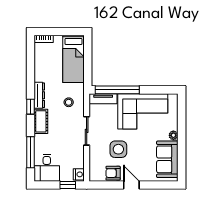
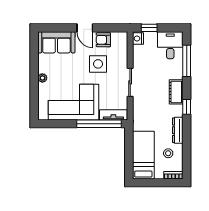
dresser: (39, 95) -> (178, 130), moved
stool: (69, 102) -> (168, 153), moved
sofa: (167, 159) -> (56, 42), moved, turned 90
armchair: (113, 173) -> (103, 40), turned 180

